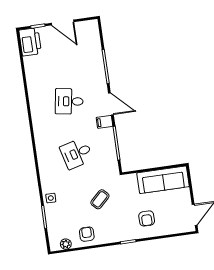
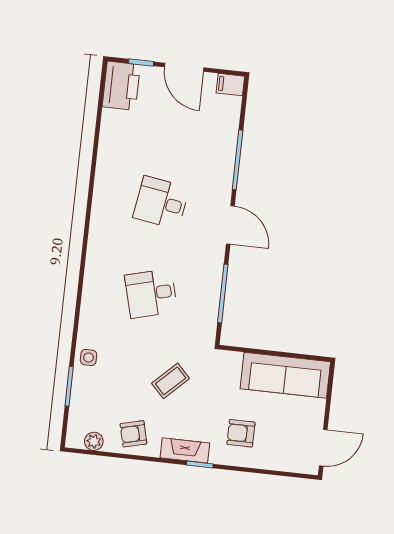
filing cabinet: (105, 122) -> (230, 85), moved
armchair: (147, 218) -> (241, 433), turned 90
armchair: (87, 234) -> (133, 434), turned -104
fireplace: (118, 236) -> (185, 450), added

